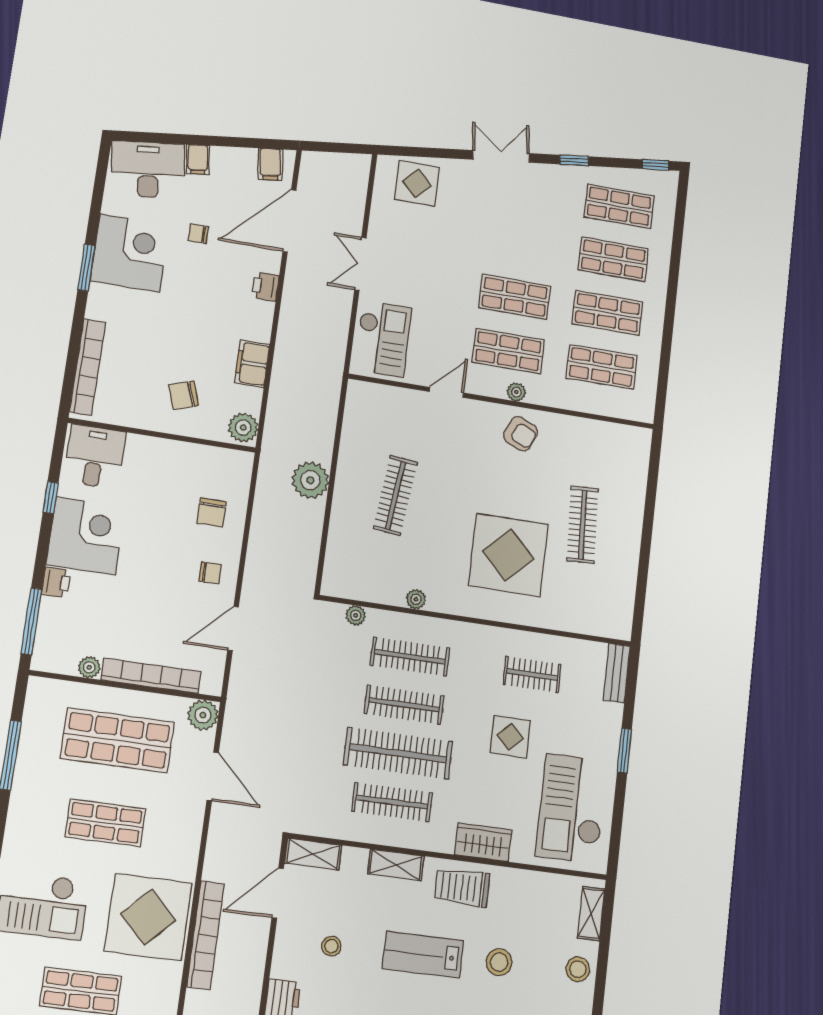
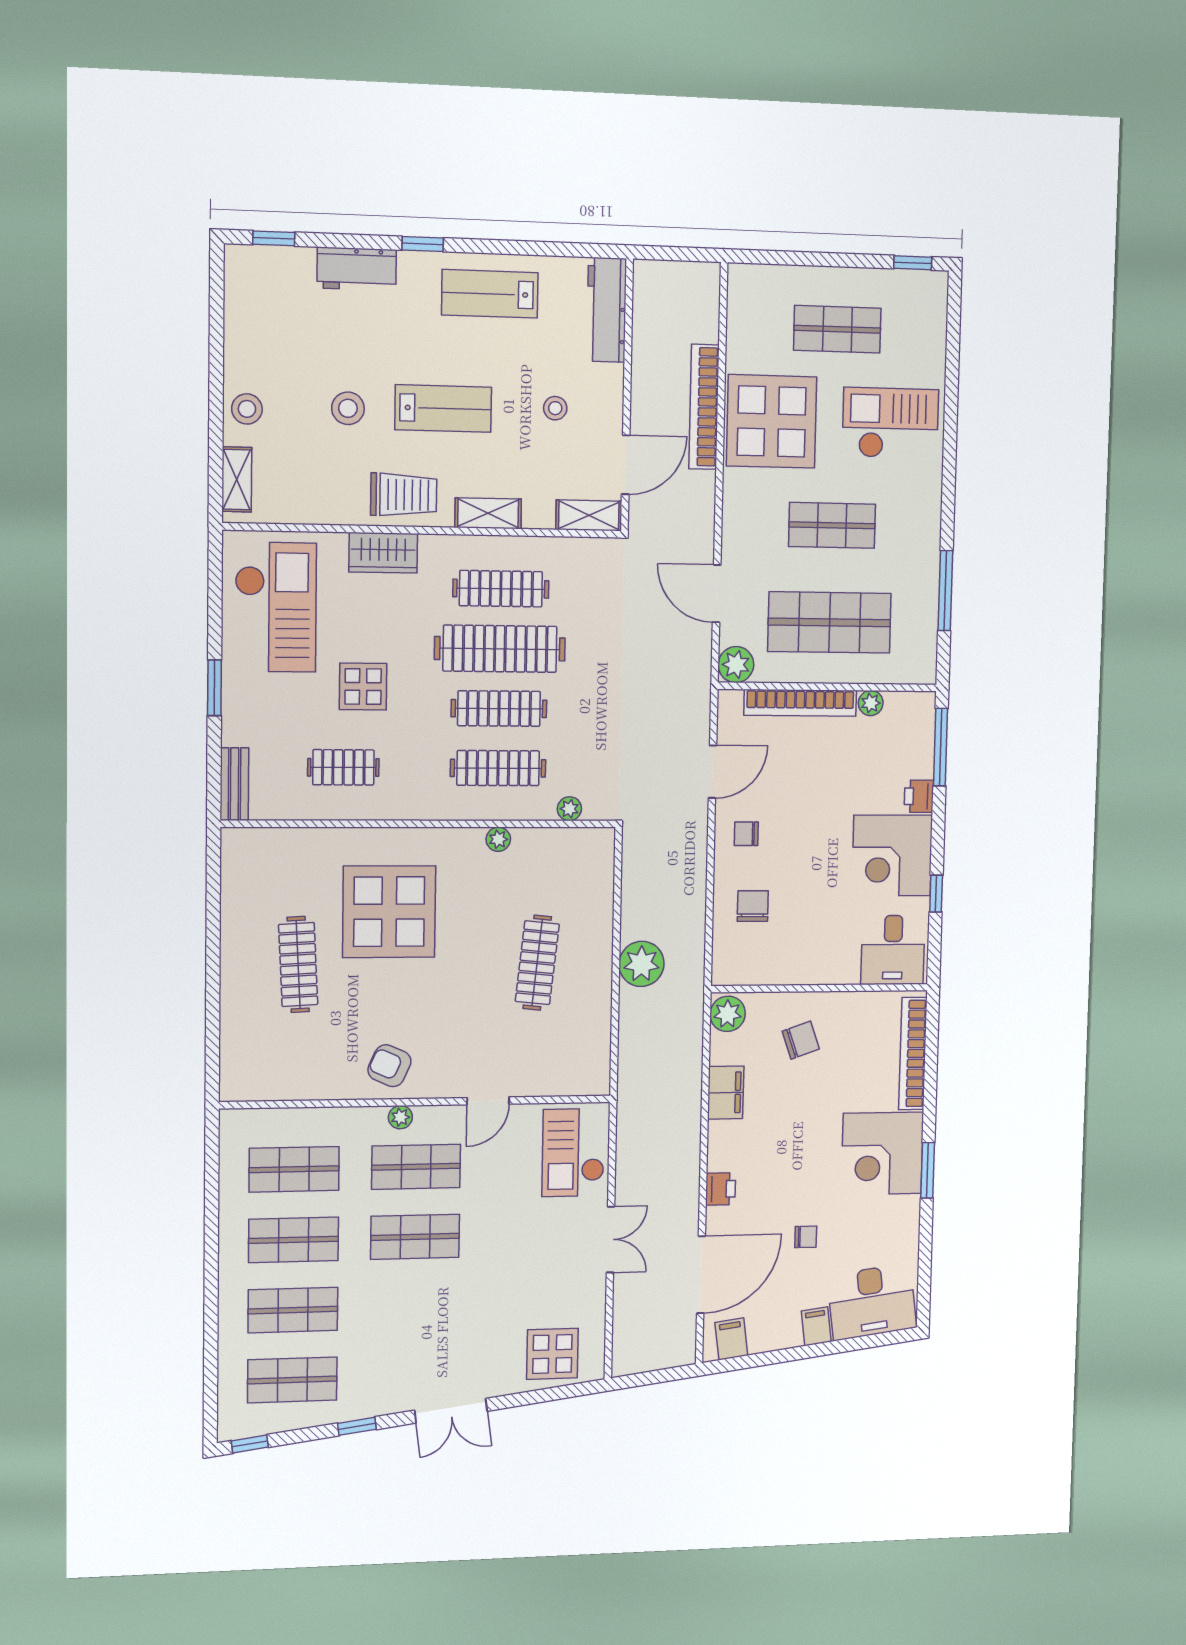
corner desk: (130, 253) -> (882, 1153), moved

